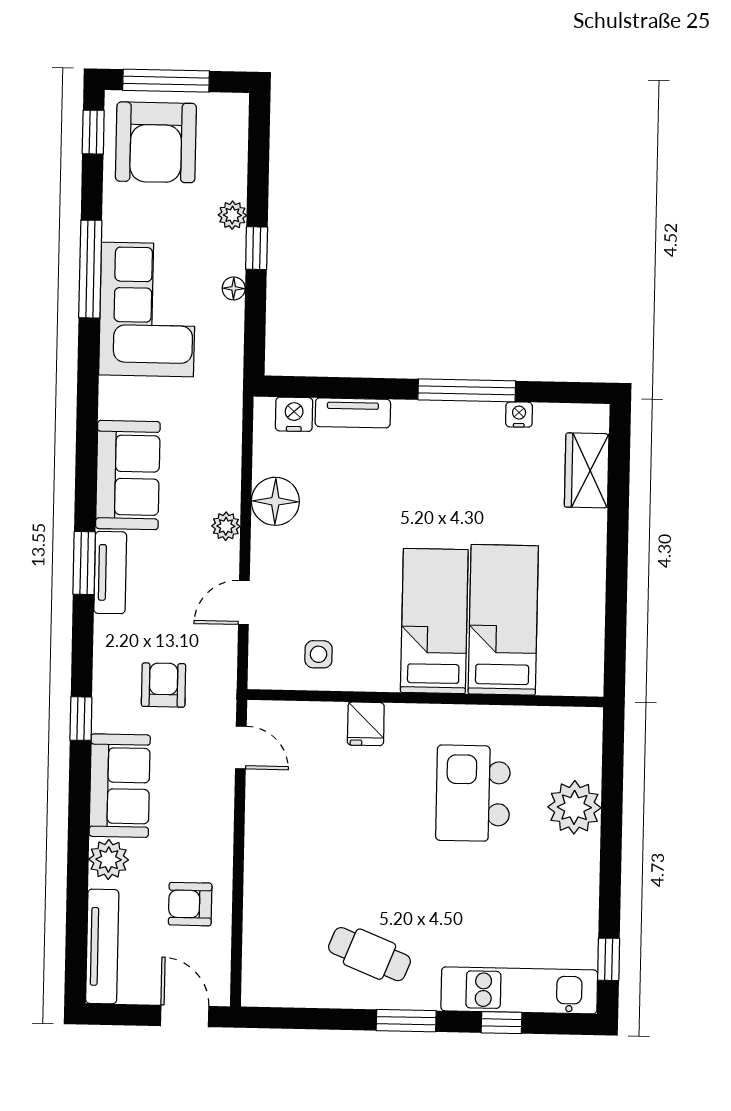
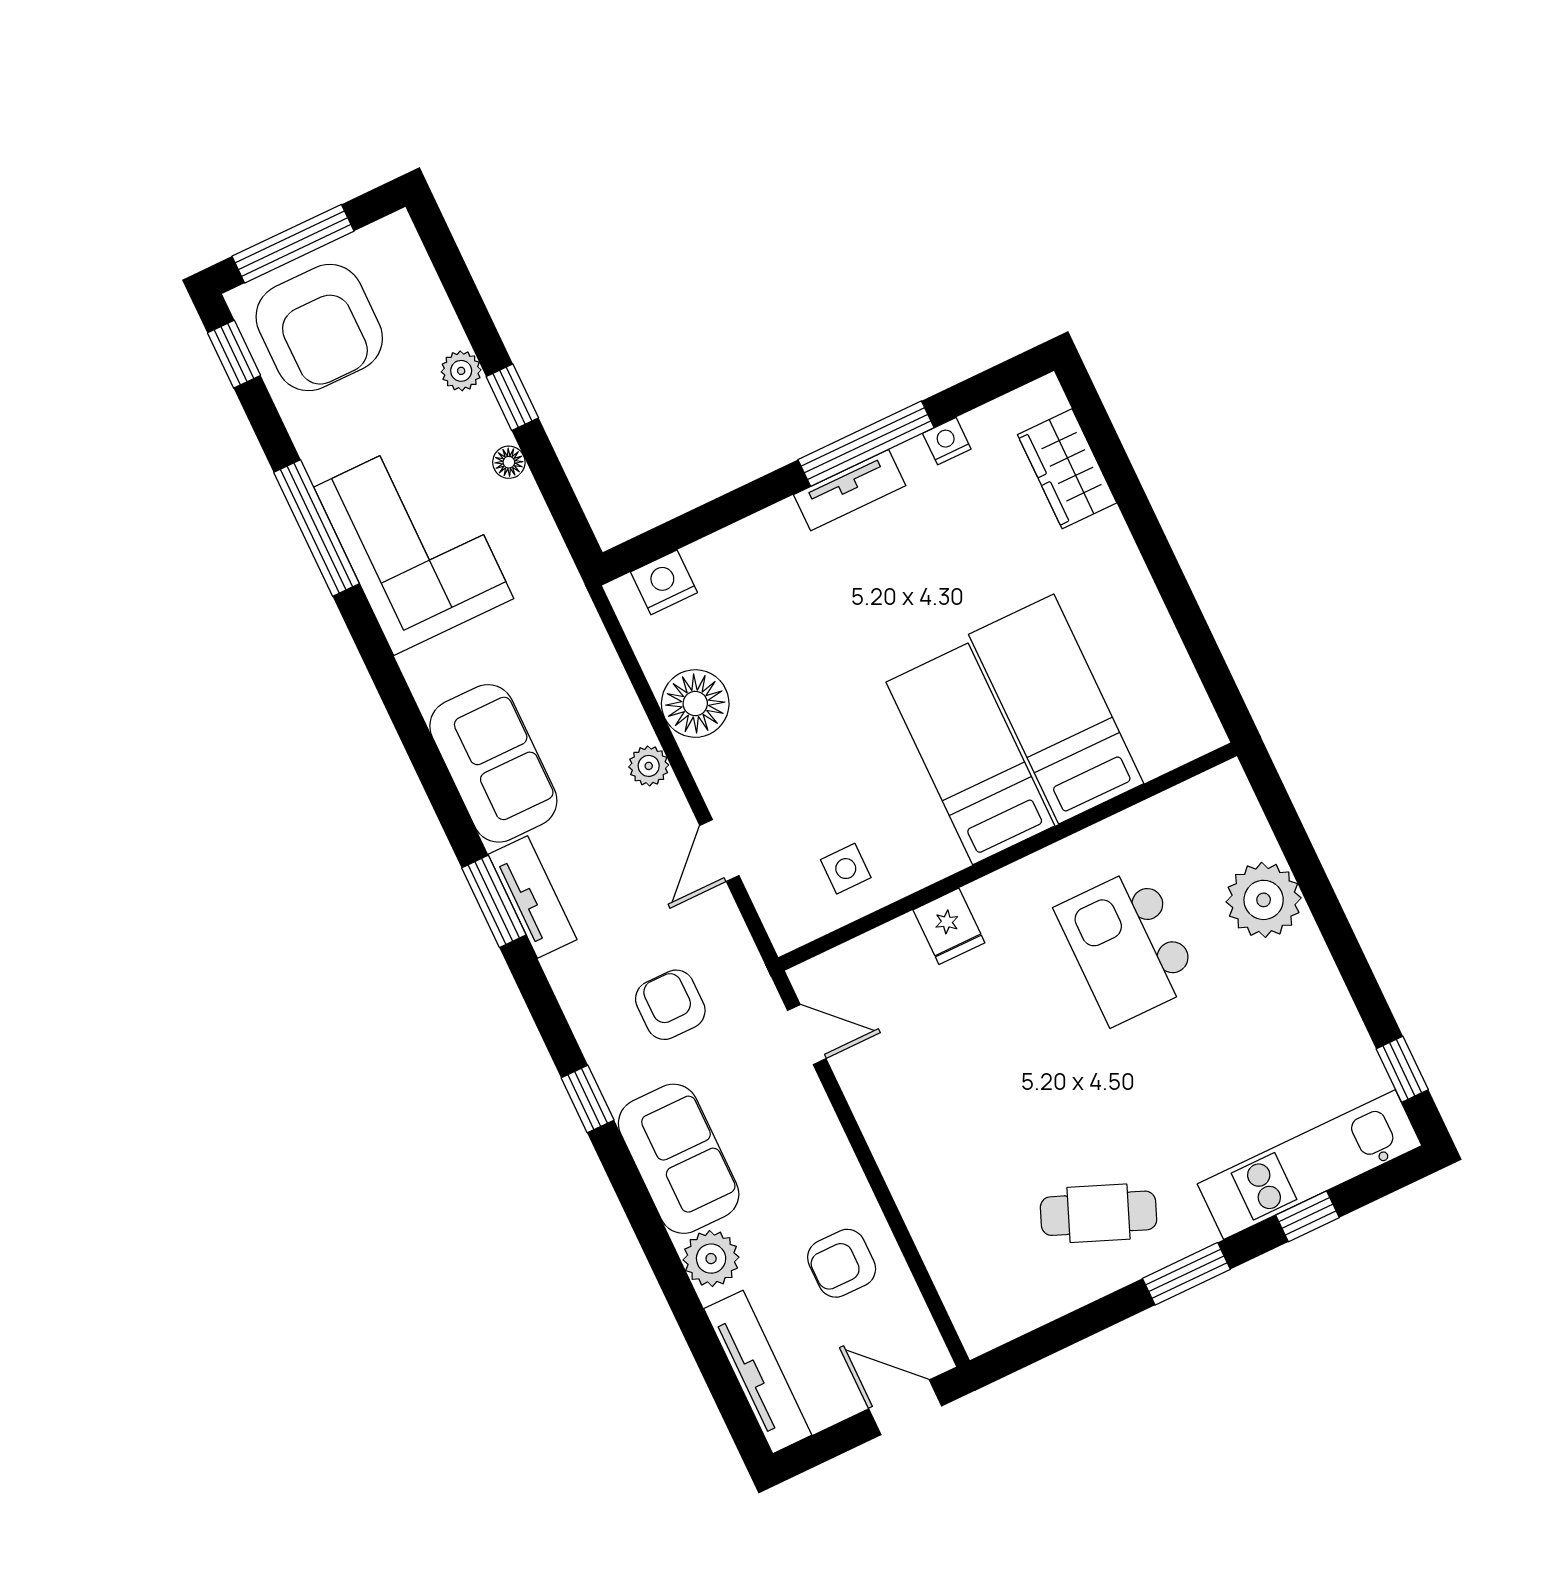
tv unit: (353, 413) -> (850, 490), moved

